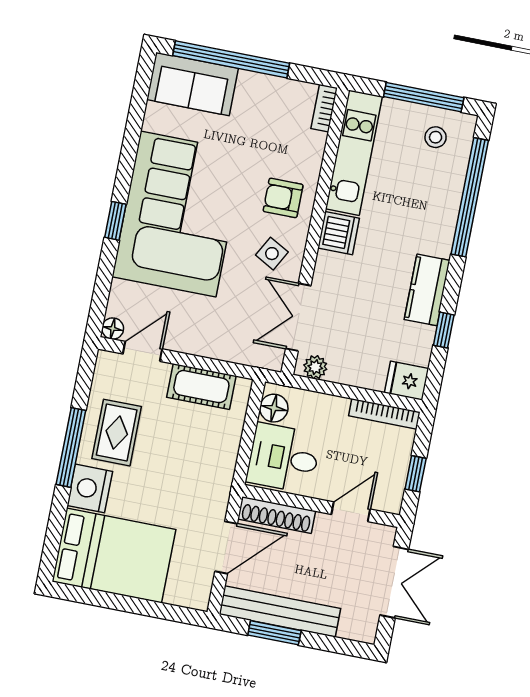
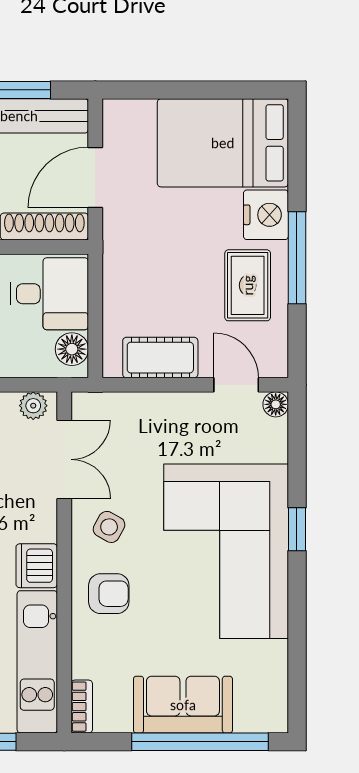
sofa: (193, 84) -> (183, 705), moved
door: (143, 351) -> (236, 385), swing flipped

